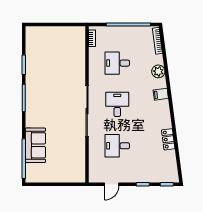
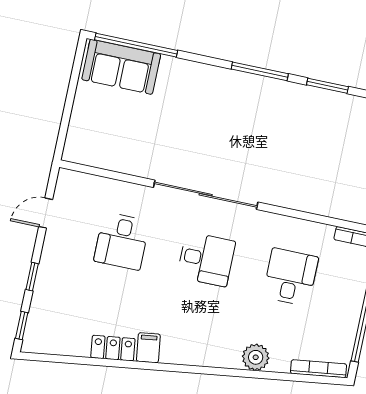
filing cabinet: (161, 94) -> (148, 348), moved
sofa: (35, 145) -> (121, 67), moved
desk: (117, 146) -> (122, 241), turned 180
door: (112, 184) -> (46, 213), hinge flipped

